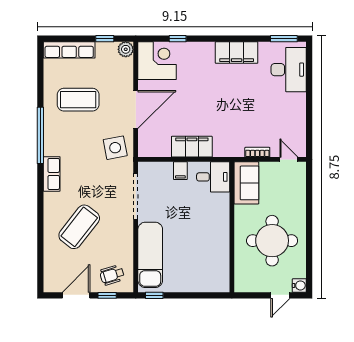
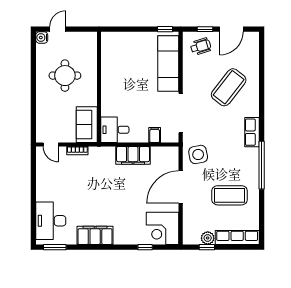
plant: (126, 49) -> (208, 238), moved
filing cabinet: (180, 171) -> (155, 135), moved
round table: (272, 241) -> (65, 76), width x0.73, depth x0.73

